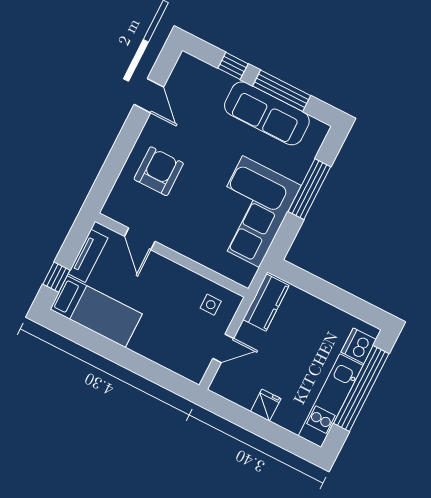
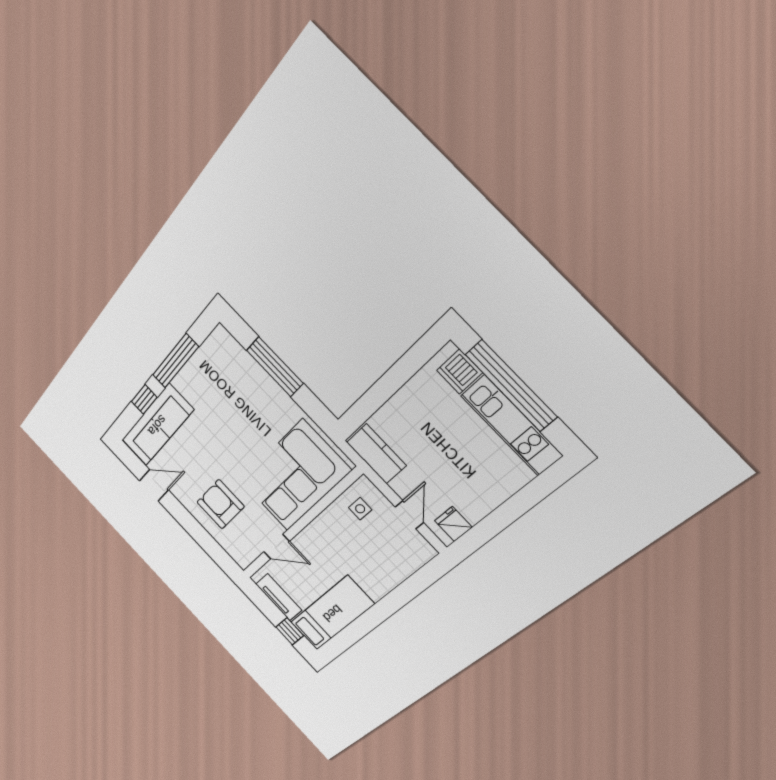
sofa: (267, 113) -> (157, 425), moved
corner sofa: (251, 212) -> (295, 476), moved, turned 90
fridge: (266, 405) -> (453, 524), moved

